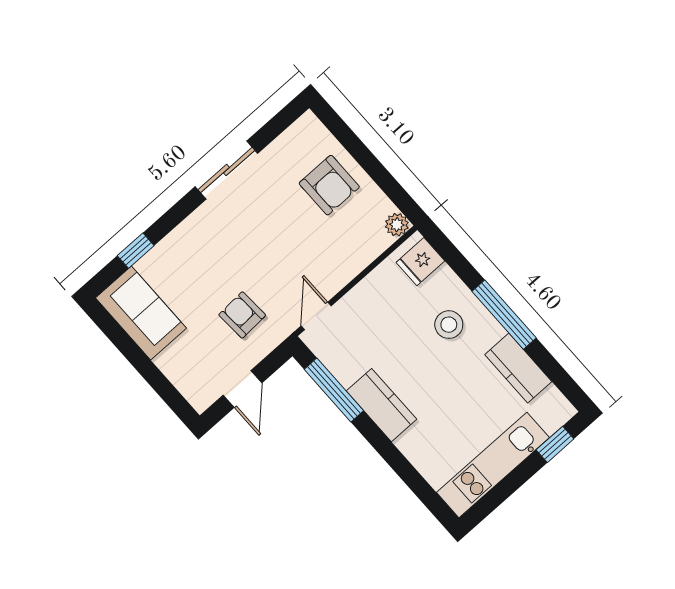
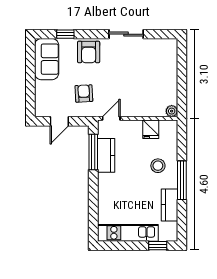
armchair: (329, 185) -> (89, 52), moved
fridge: (420, 262) -> (151, 129), moved, turned -90
kitchen counter: (381, 405) -> (106, 155), moved

